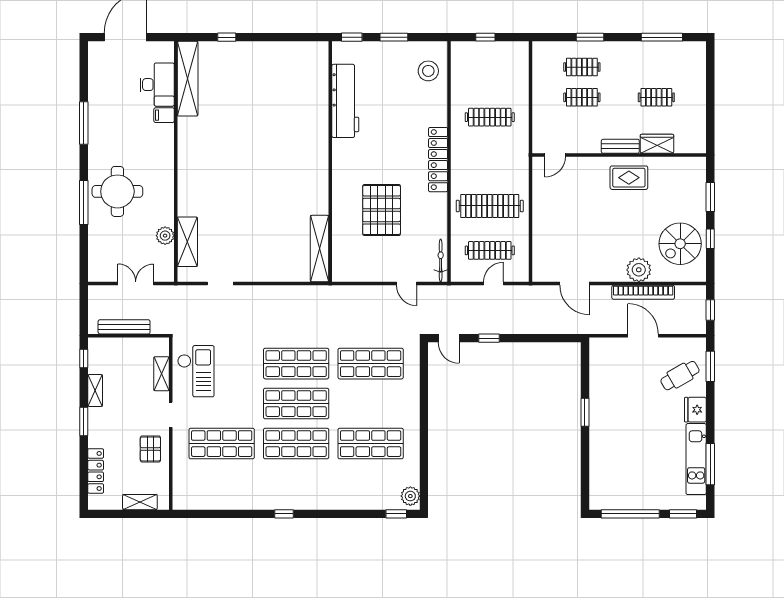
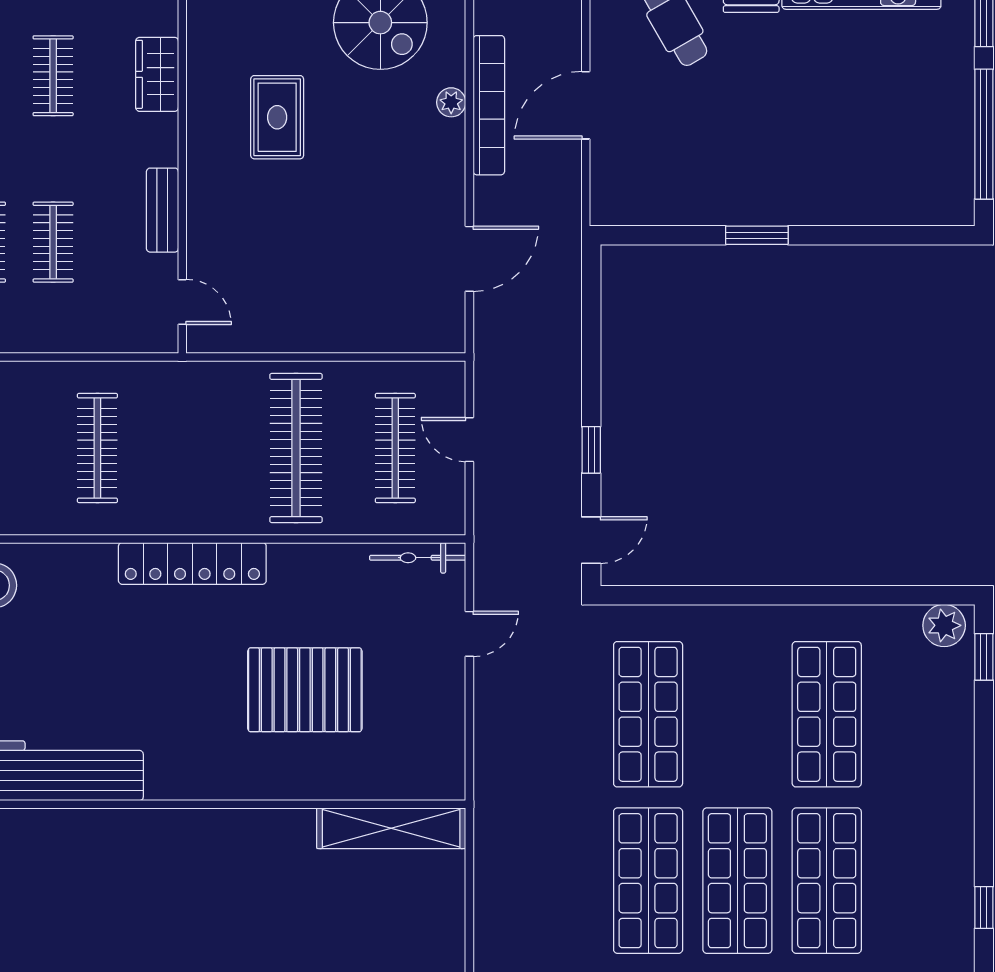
bench: (620, 146) -> (162, 210), moved
rug: (629, 178) -> (277, 117), moved
plant: (639, 270) -> (451, 102), width x0.53, depth x0.53

